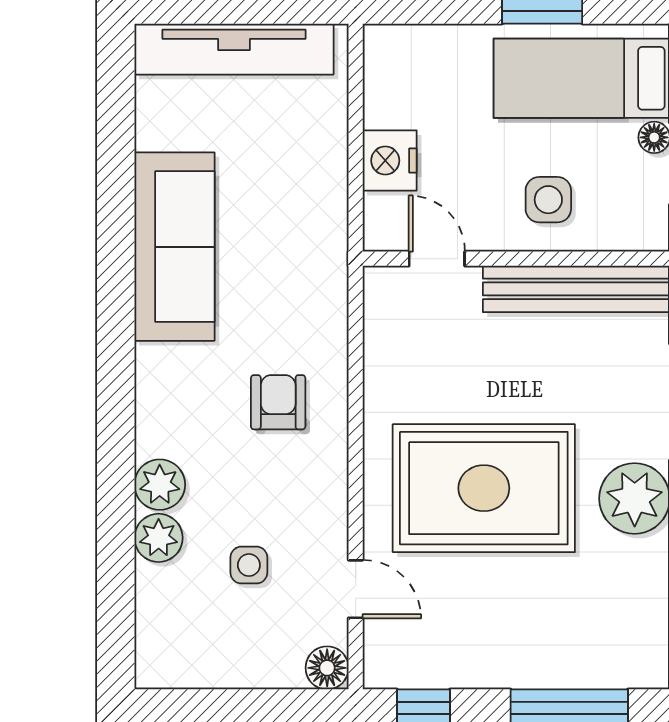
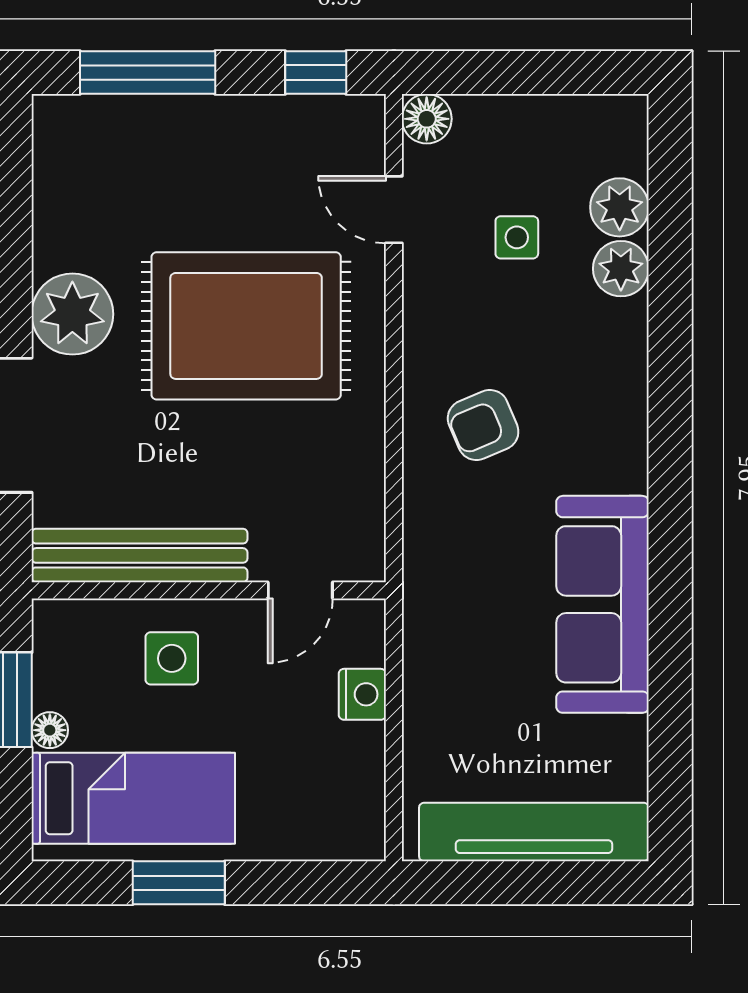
nightstand: (390, 161) -> (362, 694), width x0.74, depth x0.75
door: (437, 259) -> (300, 590), hinge flipped
armchair: (278, 402) -> (483, 425), turned 67
plant: (160, 485) -> (620, 207), moved

